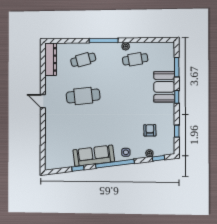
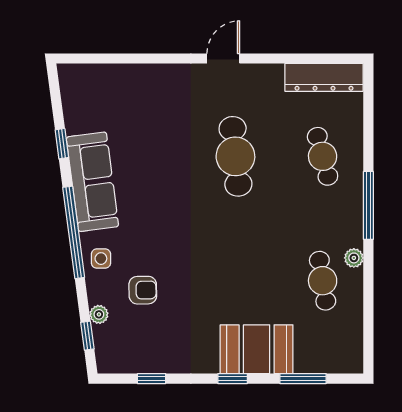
armchair: (150, 130) -> (143, 290), moved

